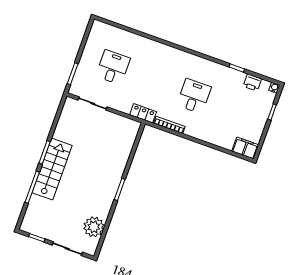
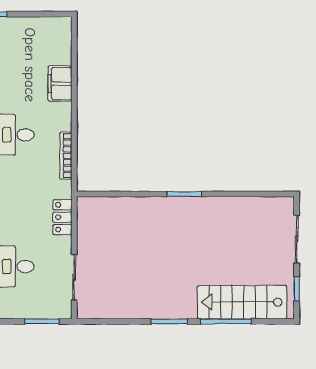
locker: (143, 113) -> (62, 217), moved
filing cabinet: (245, 148) -> (60, 84), moved
stairs: (52, 169) -> (242, 302), moved
plant: (94, 227) -> (252, 212), removed

